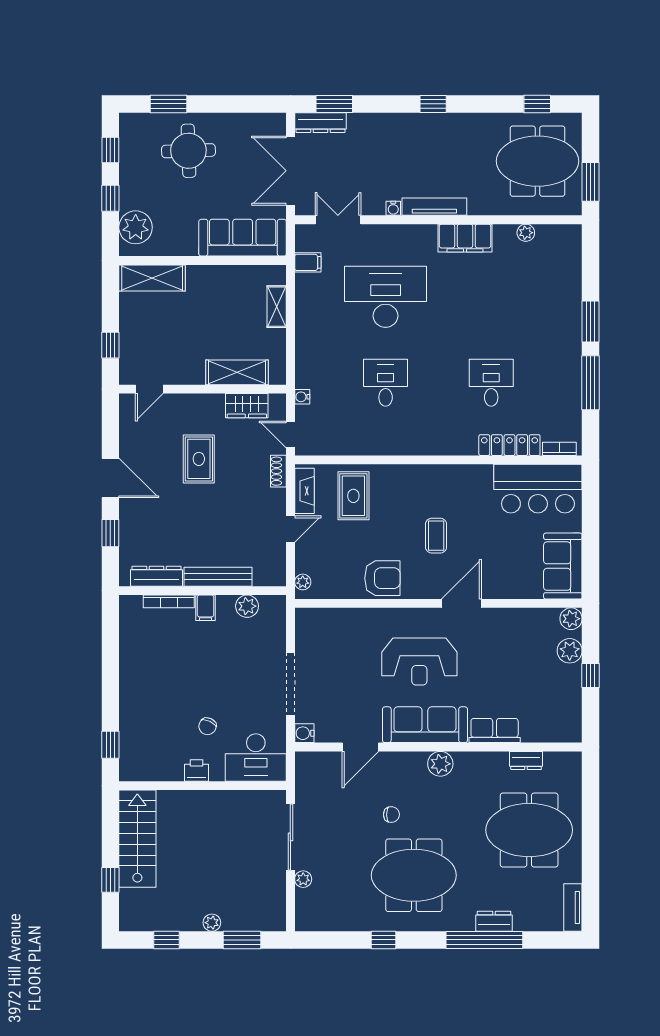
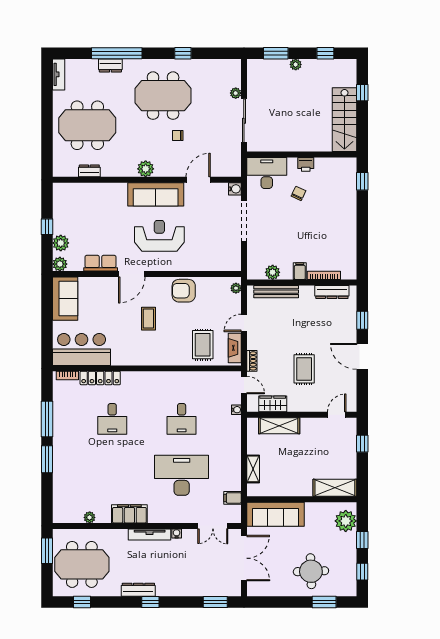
dresser: (320, 123) -> (138, 590), moved
desk: (386, 297) -> (182, 475), turned 180
bench: (218, 577) -> (276, 292), moved
row of seats: (495, 731) -> (101, 263), moved, turned 180

